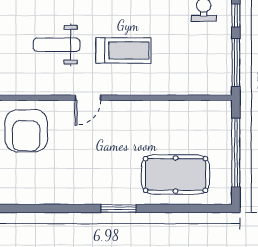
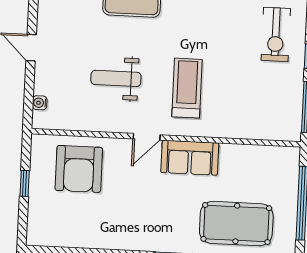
treadmill: (123, 50) -> (187, 88), turned -90
sofa: (129, 115) -> (190, 158), added

